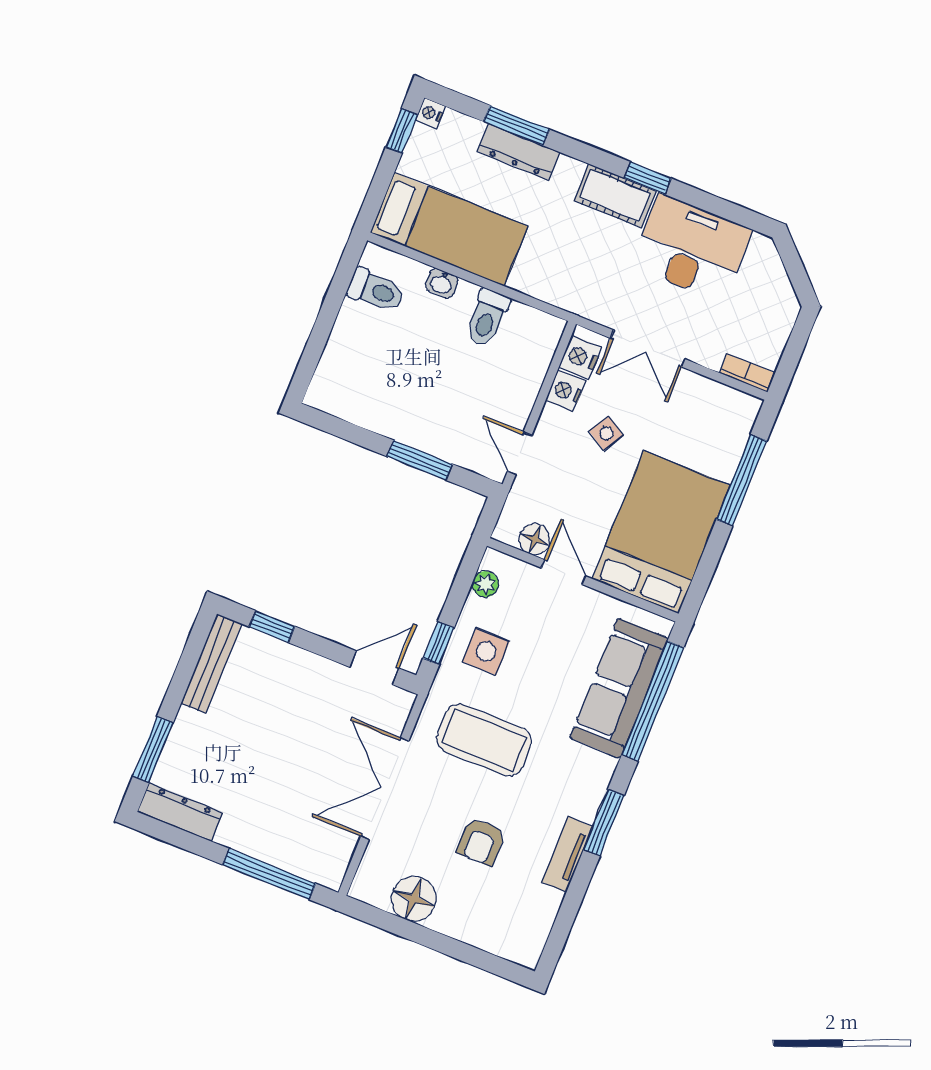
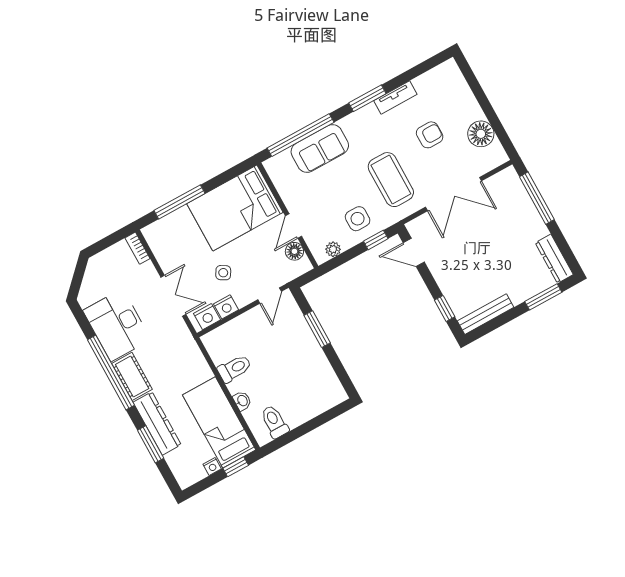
nightstand: (430, 113) -> (212, 466), moved
window: (402, 131) -> (236, 467), moved
dresser: (519, 152) -> (157, 423), width x1.37, depth x1.24
window: (648, 178) -> (111, 372), width x3.17
sofa: (619, 688) -> (320, 149), width x0.73

